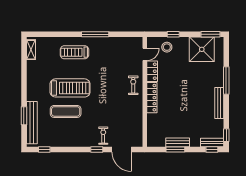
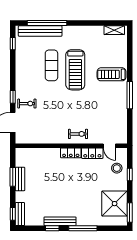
treadmill: (74, 52) -> (112, 74), turned -90
locker: (152, 98) -> (71, 153), width x0.66
window: (24, 116) -> (47, 23), width x2.11
window: (226, 135) -> (52, 228), moved

